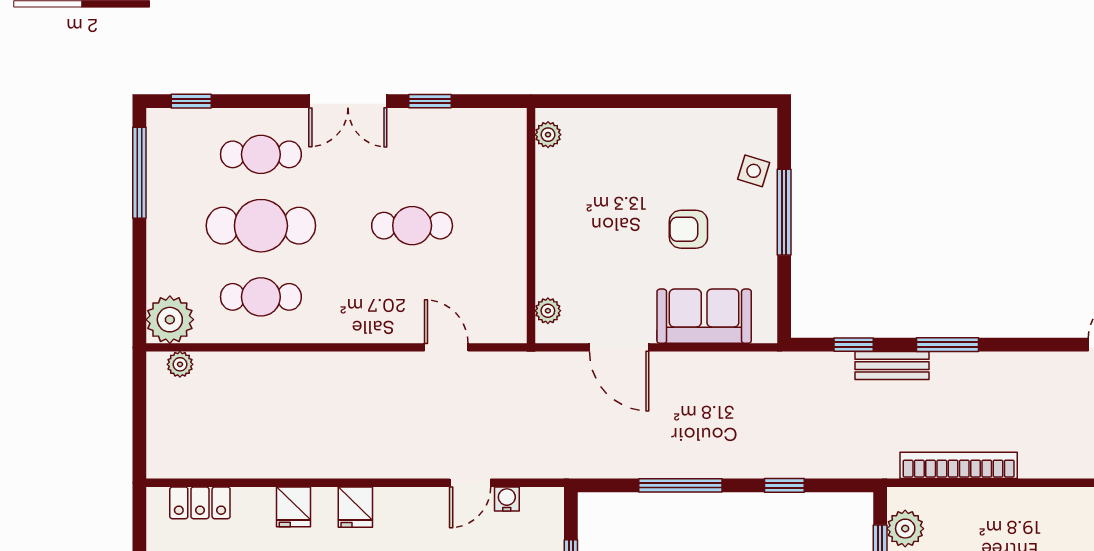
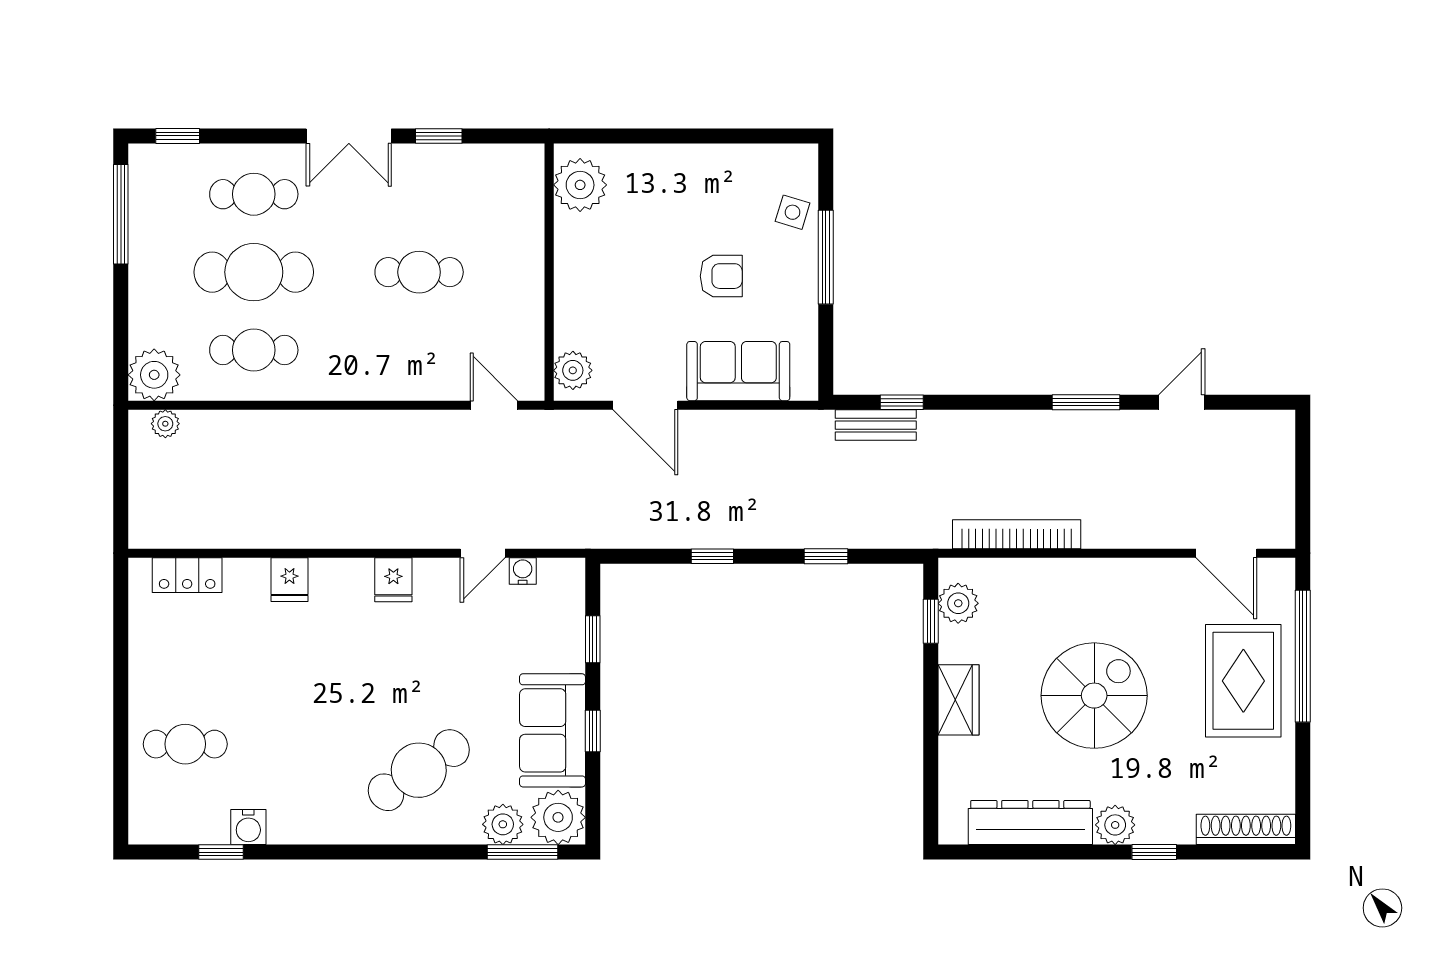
plant: (548, 135) -> (580, 185), width x1.88, depth x1.88
armchair: (688, 229) -> (721, 276), turned 180
plant: (548, 311) -> (573, 370), width x1.38, depth x1.38
window: (947, 345) -> (1086, 402), moved
door: (446, 347) -> (494, 405), moved
bench: (892, 366) -> (876, 425), moved
window: (680, 485) -> (712, 556), width x0.46
fridge: (355, 507) -> (393, 580), moved

